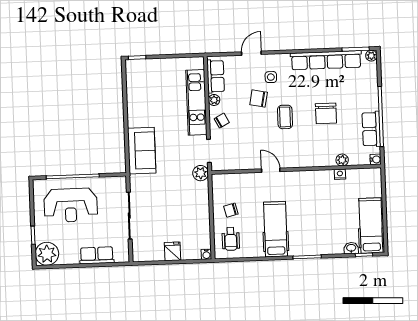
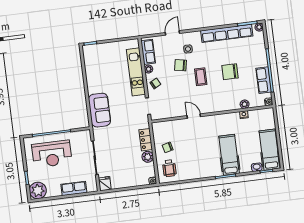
chair: (326, 113) -> (230, 72), turned 90
plant: (201, 173) -> (148, 157), moved
locker: (202, 197) -> (146, 140), added
hospital bed: (275, 229) -> (229, 155), moved
fridge: (172, 251) -> (105, 184), moved

